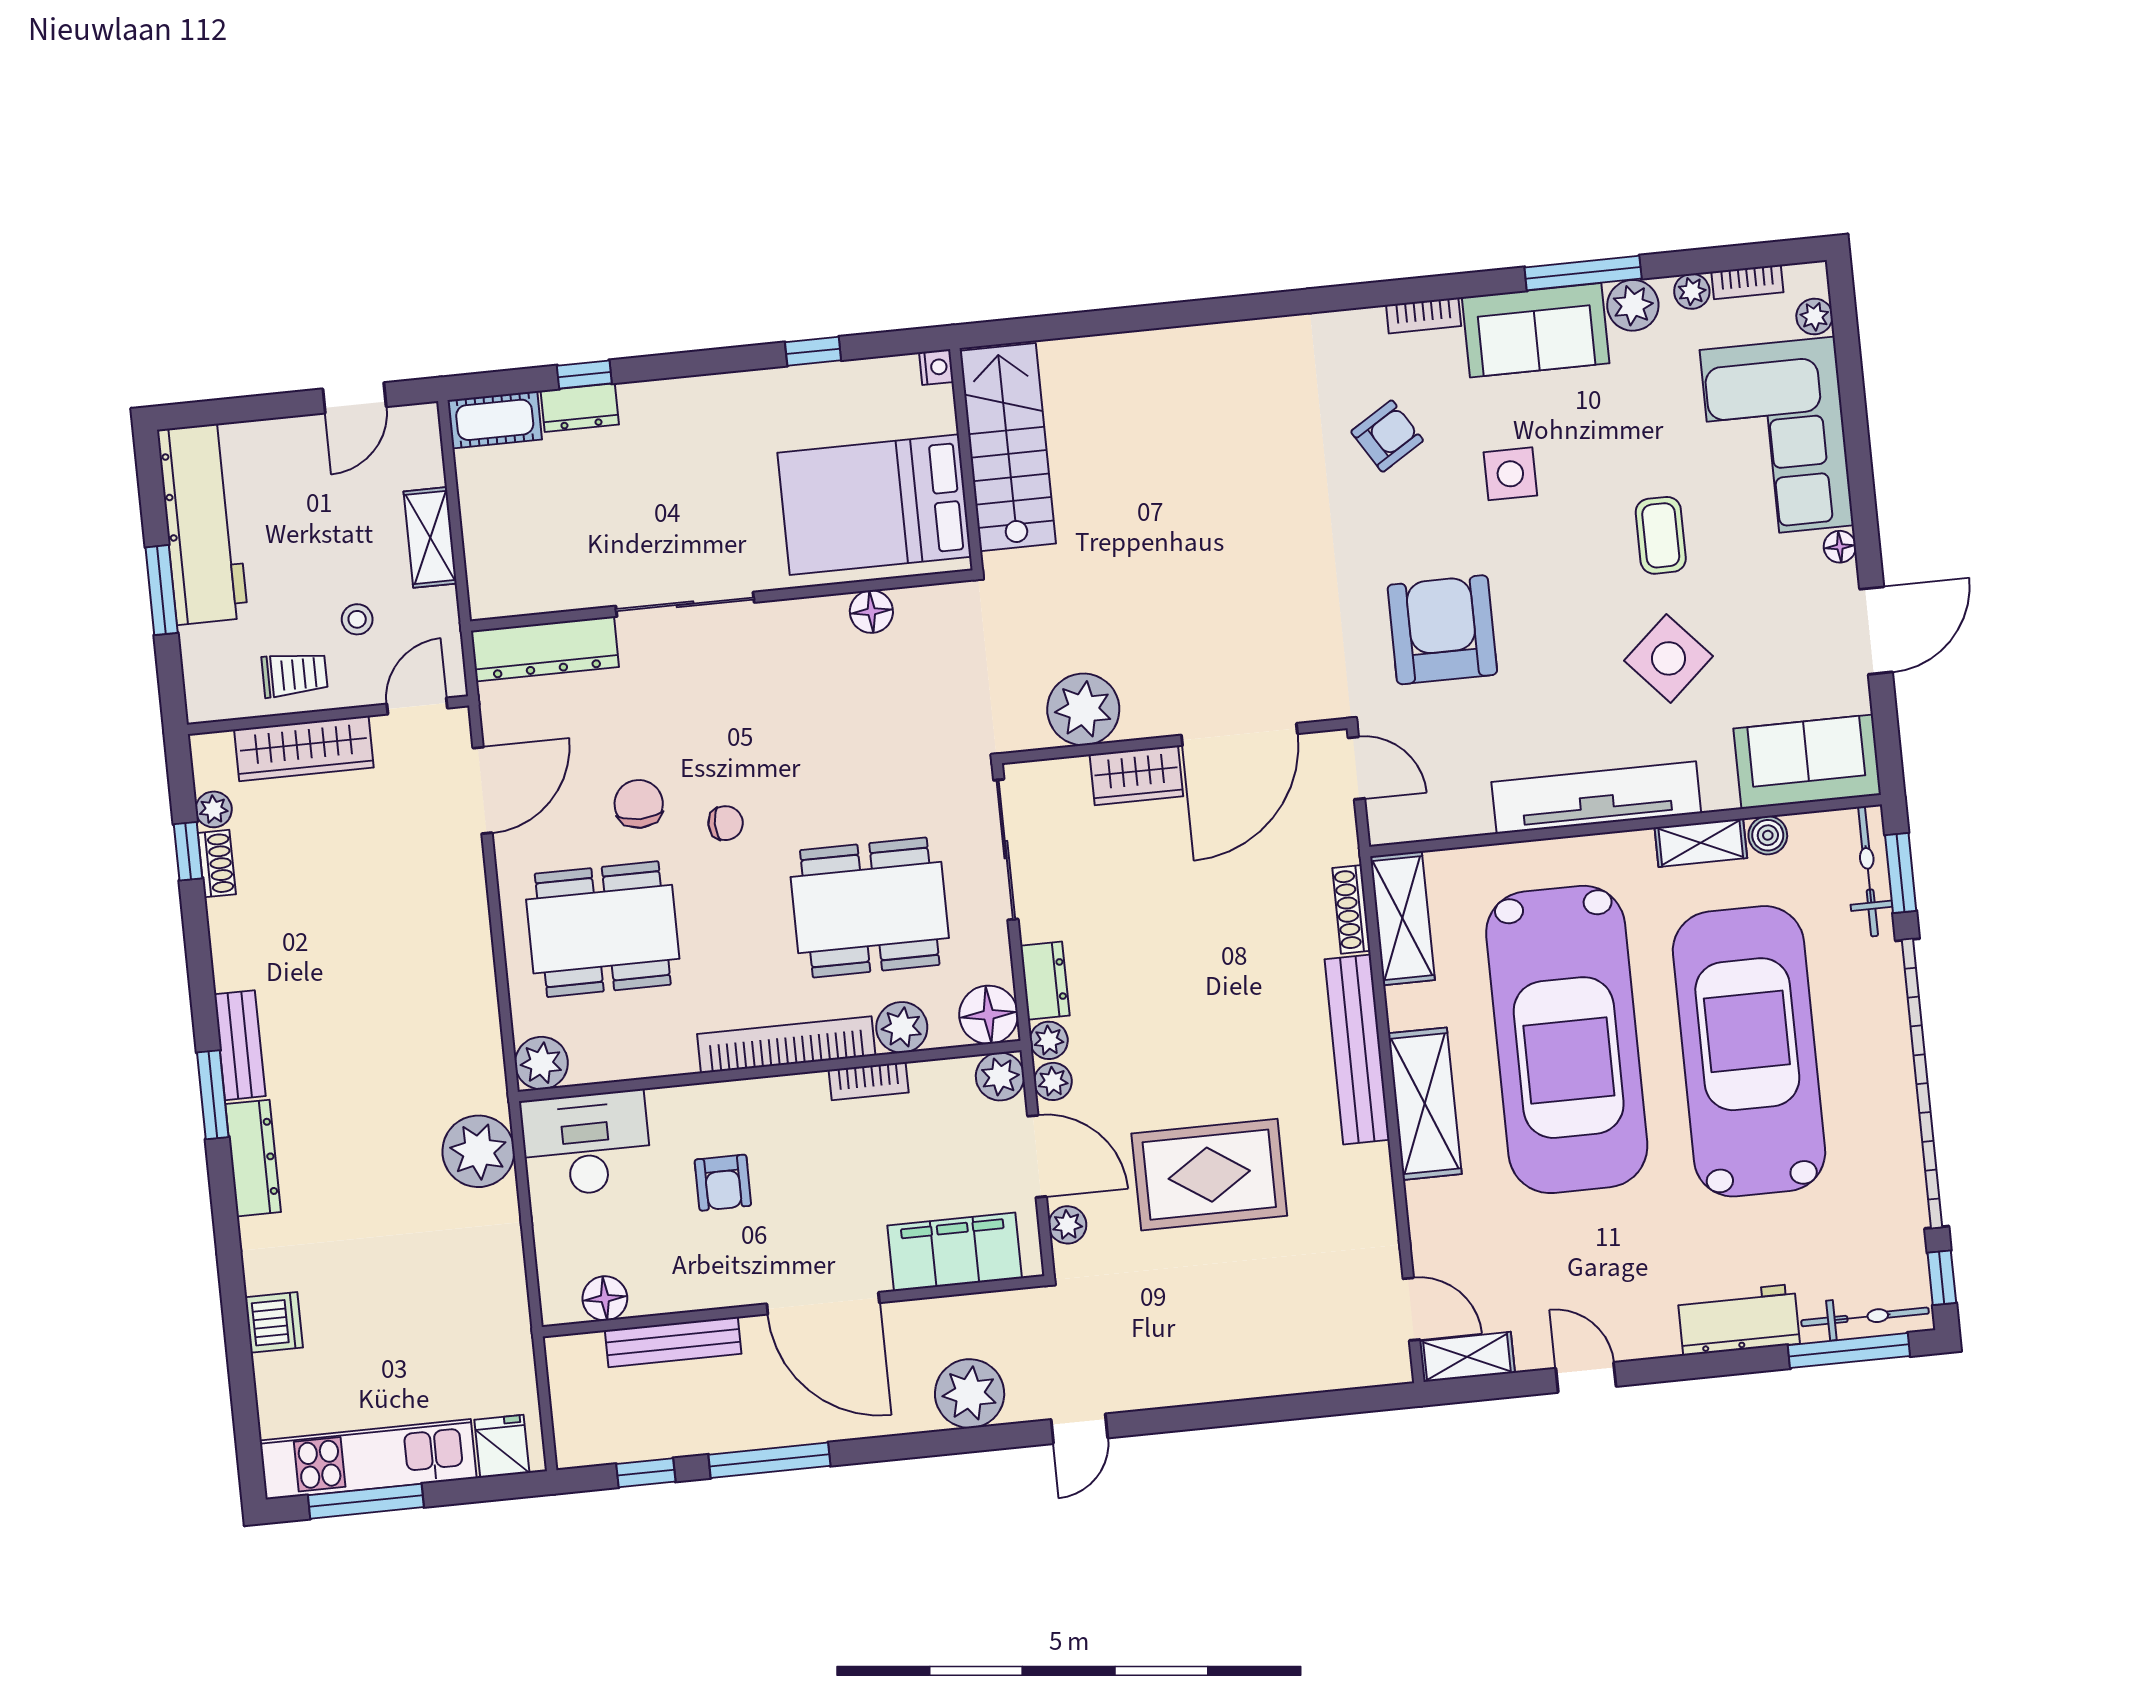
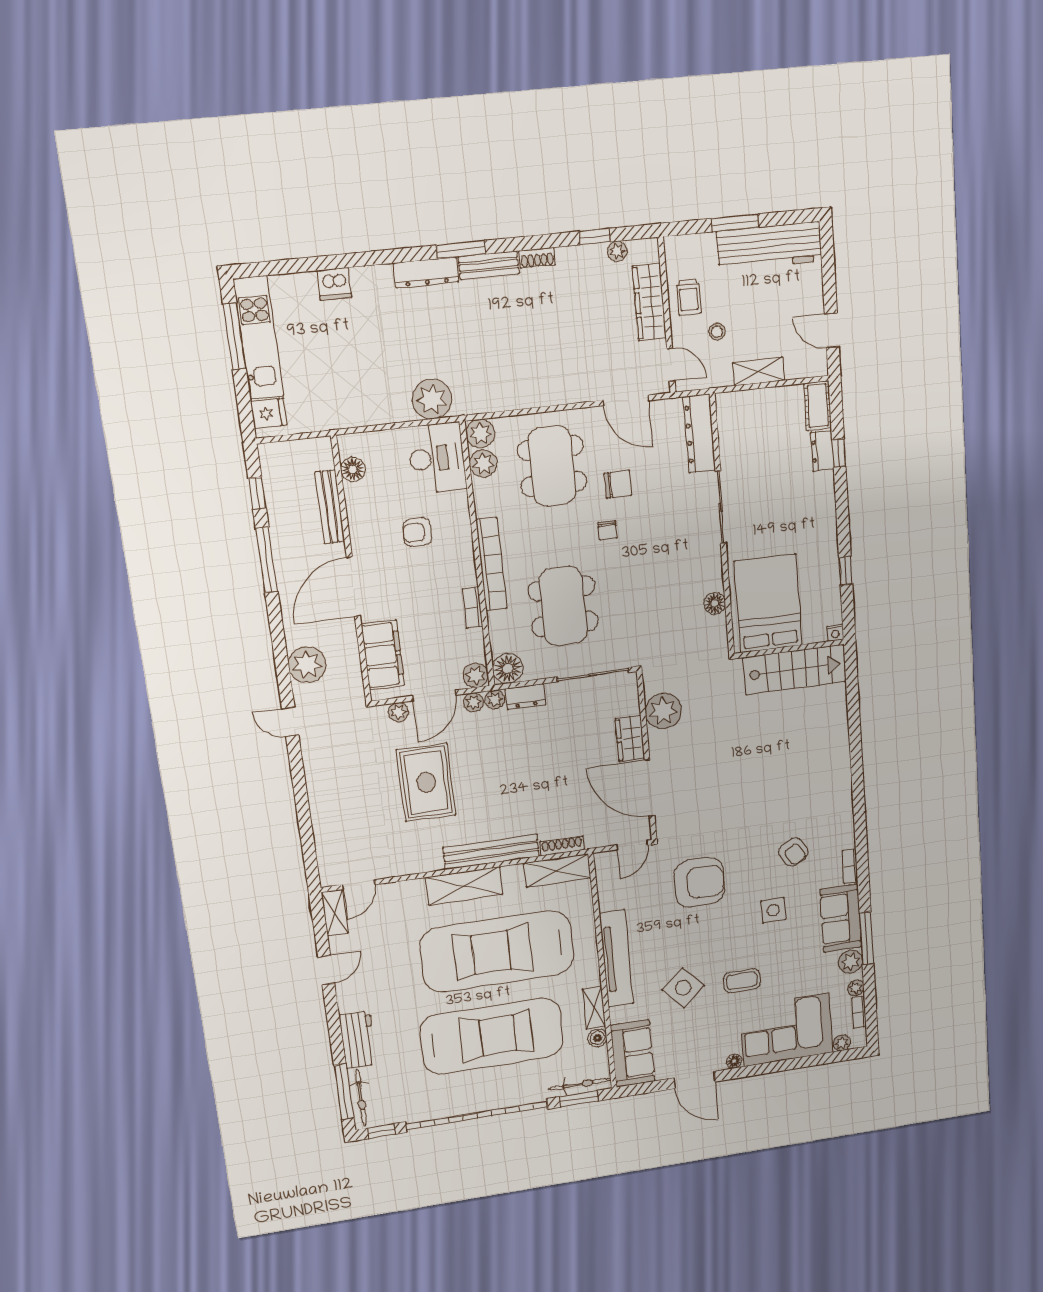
shoe rack: (217, 864) -> (537, 258), moved
plant: (902, 1027) -> (483, 464), moved

